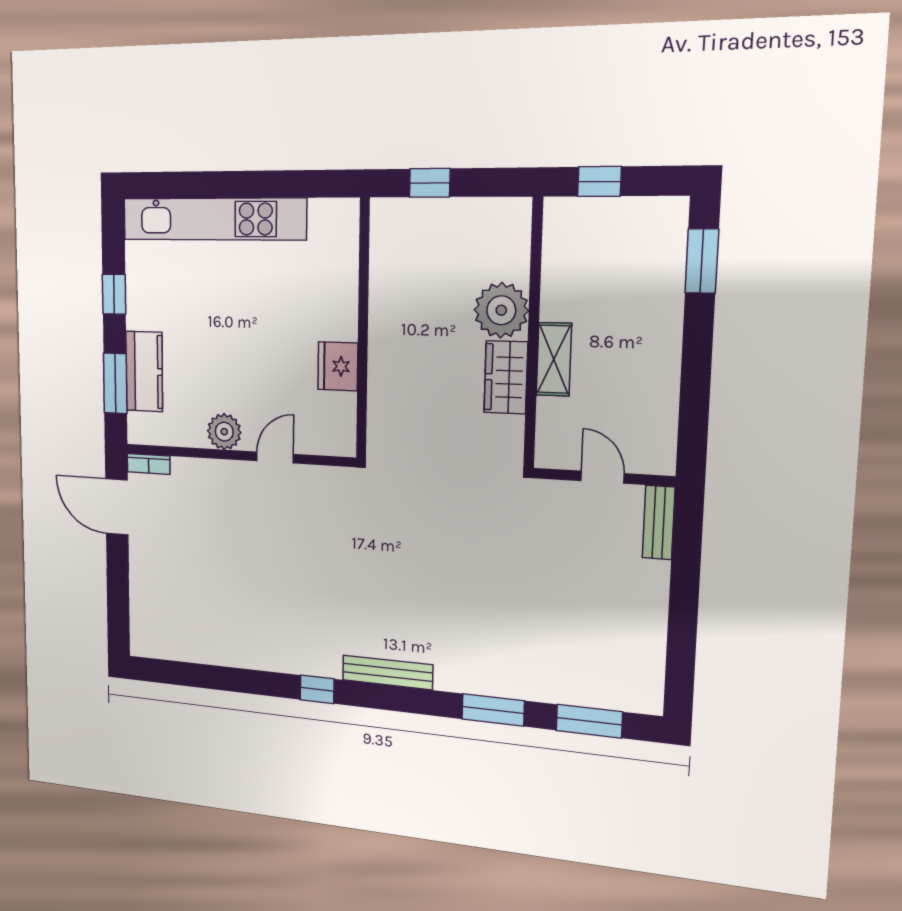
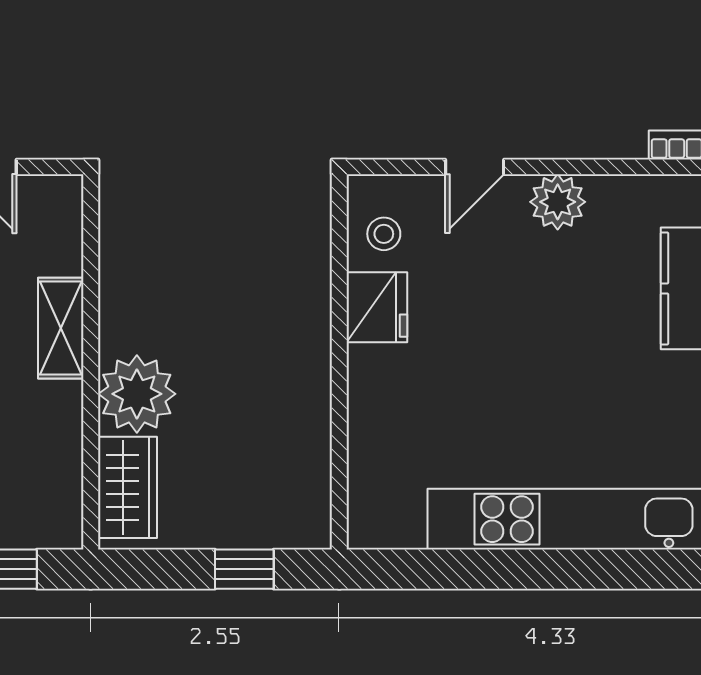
wardrobe: (506, 377) -> (127, 487), moved
stool: (333, 416) -> (384, 234), added

